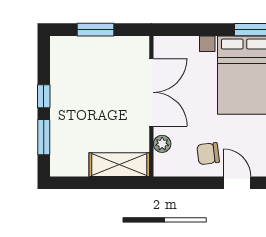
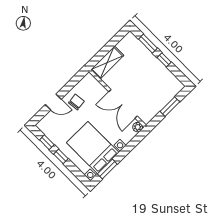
plant: (162, 144) -> (138, 127), moved

